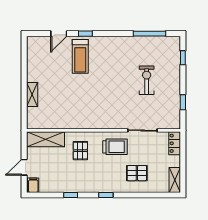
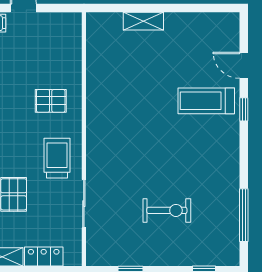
shelving: (45, 139) -> (69, 43), removed
locker: (175, 143) -> (44, 257), moved
trolley: (115, 147) -> (57, 158), turned 180

